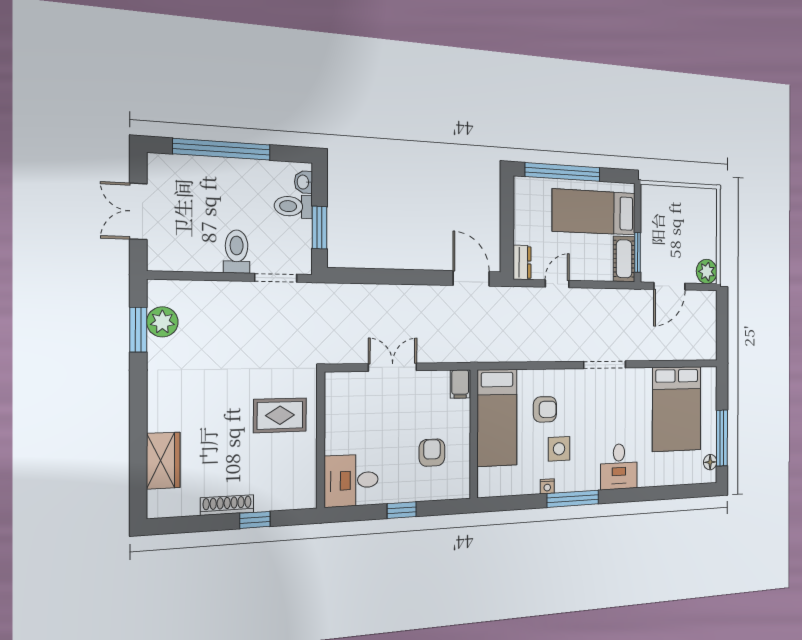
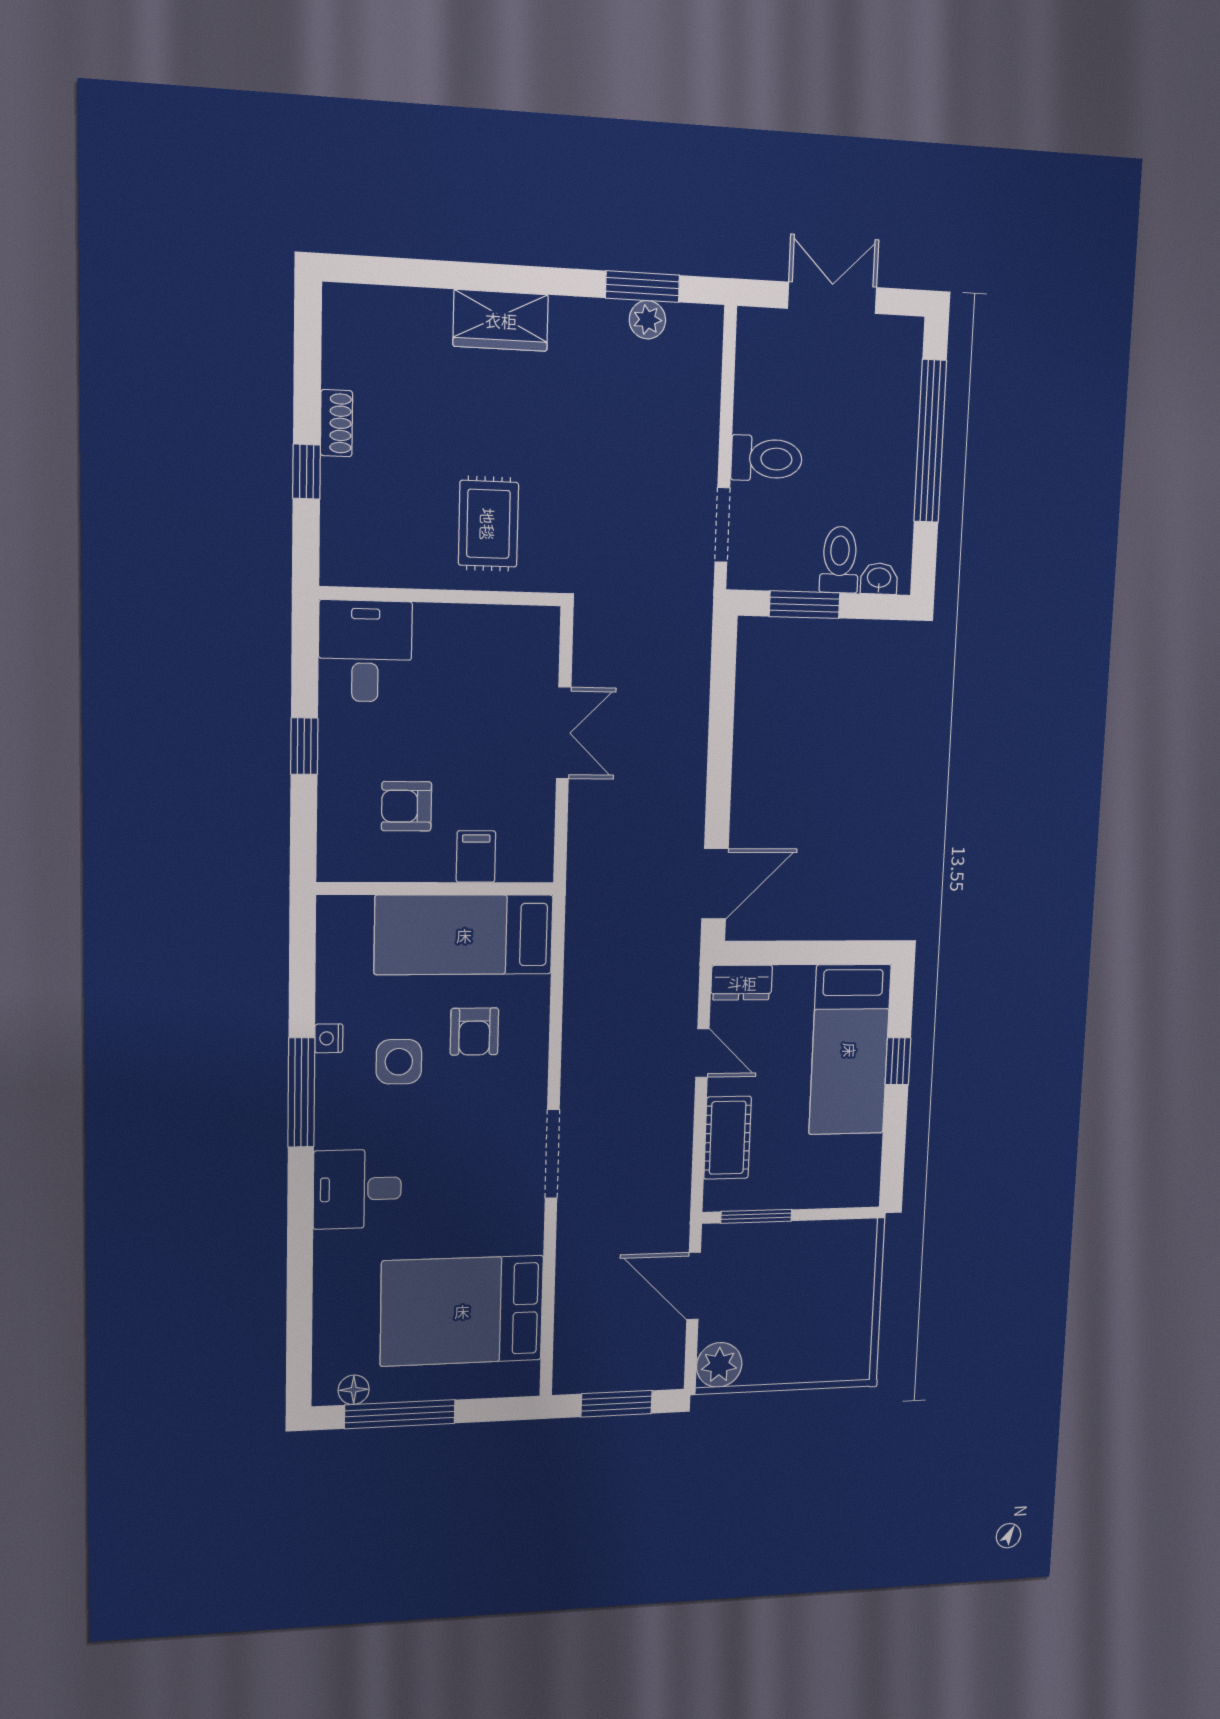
window: (563, 172) -> (898, 1061), width x0.32
bed: (594, 212) -> (850, 1050), moved, turned 180
cot: (624, 259) -> (728, 1138), moved, turned 90
plant: (162, 322) -> (647, 320), width x0.73, depth x0.73
window: (722, 326) -> (617, 1404), added
filing cabinet: (460, 384) -> (476, 857), moved, turned 90
armchair: (432, 453) -> (406, 806), turned 180
wardrobe: (163, 461) -> (501, 320), moved
shoe rack: (227, 505) -> (336, 423), width x0.70

